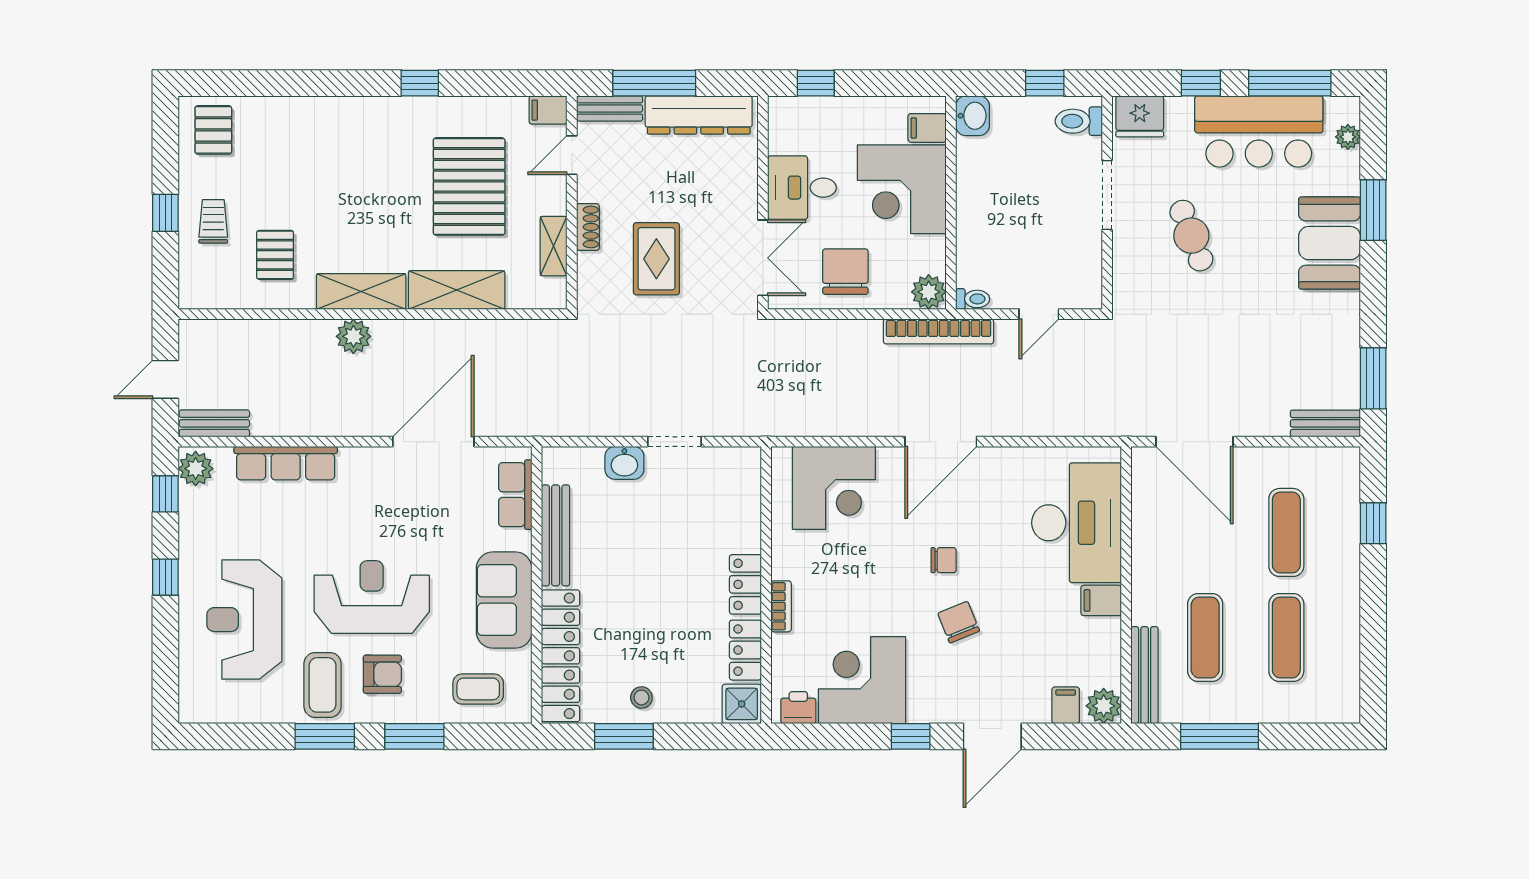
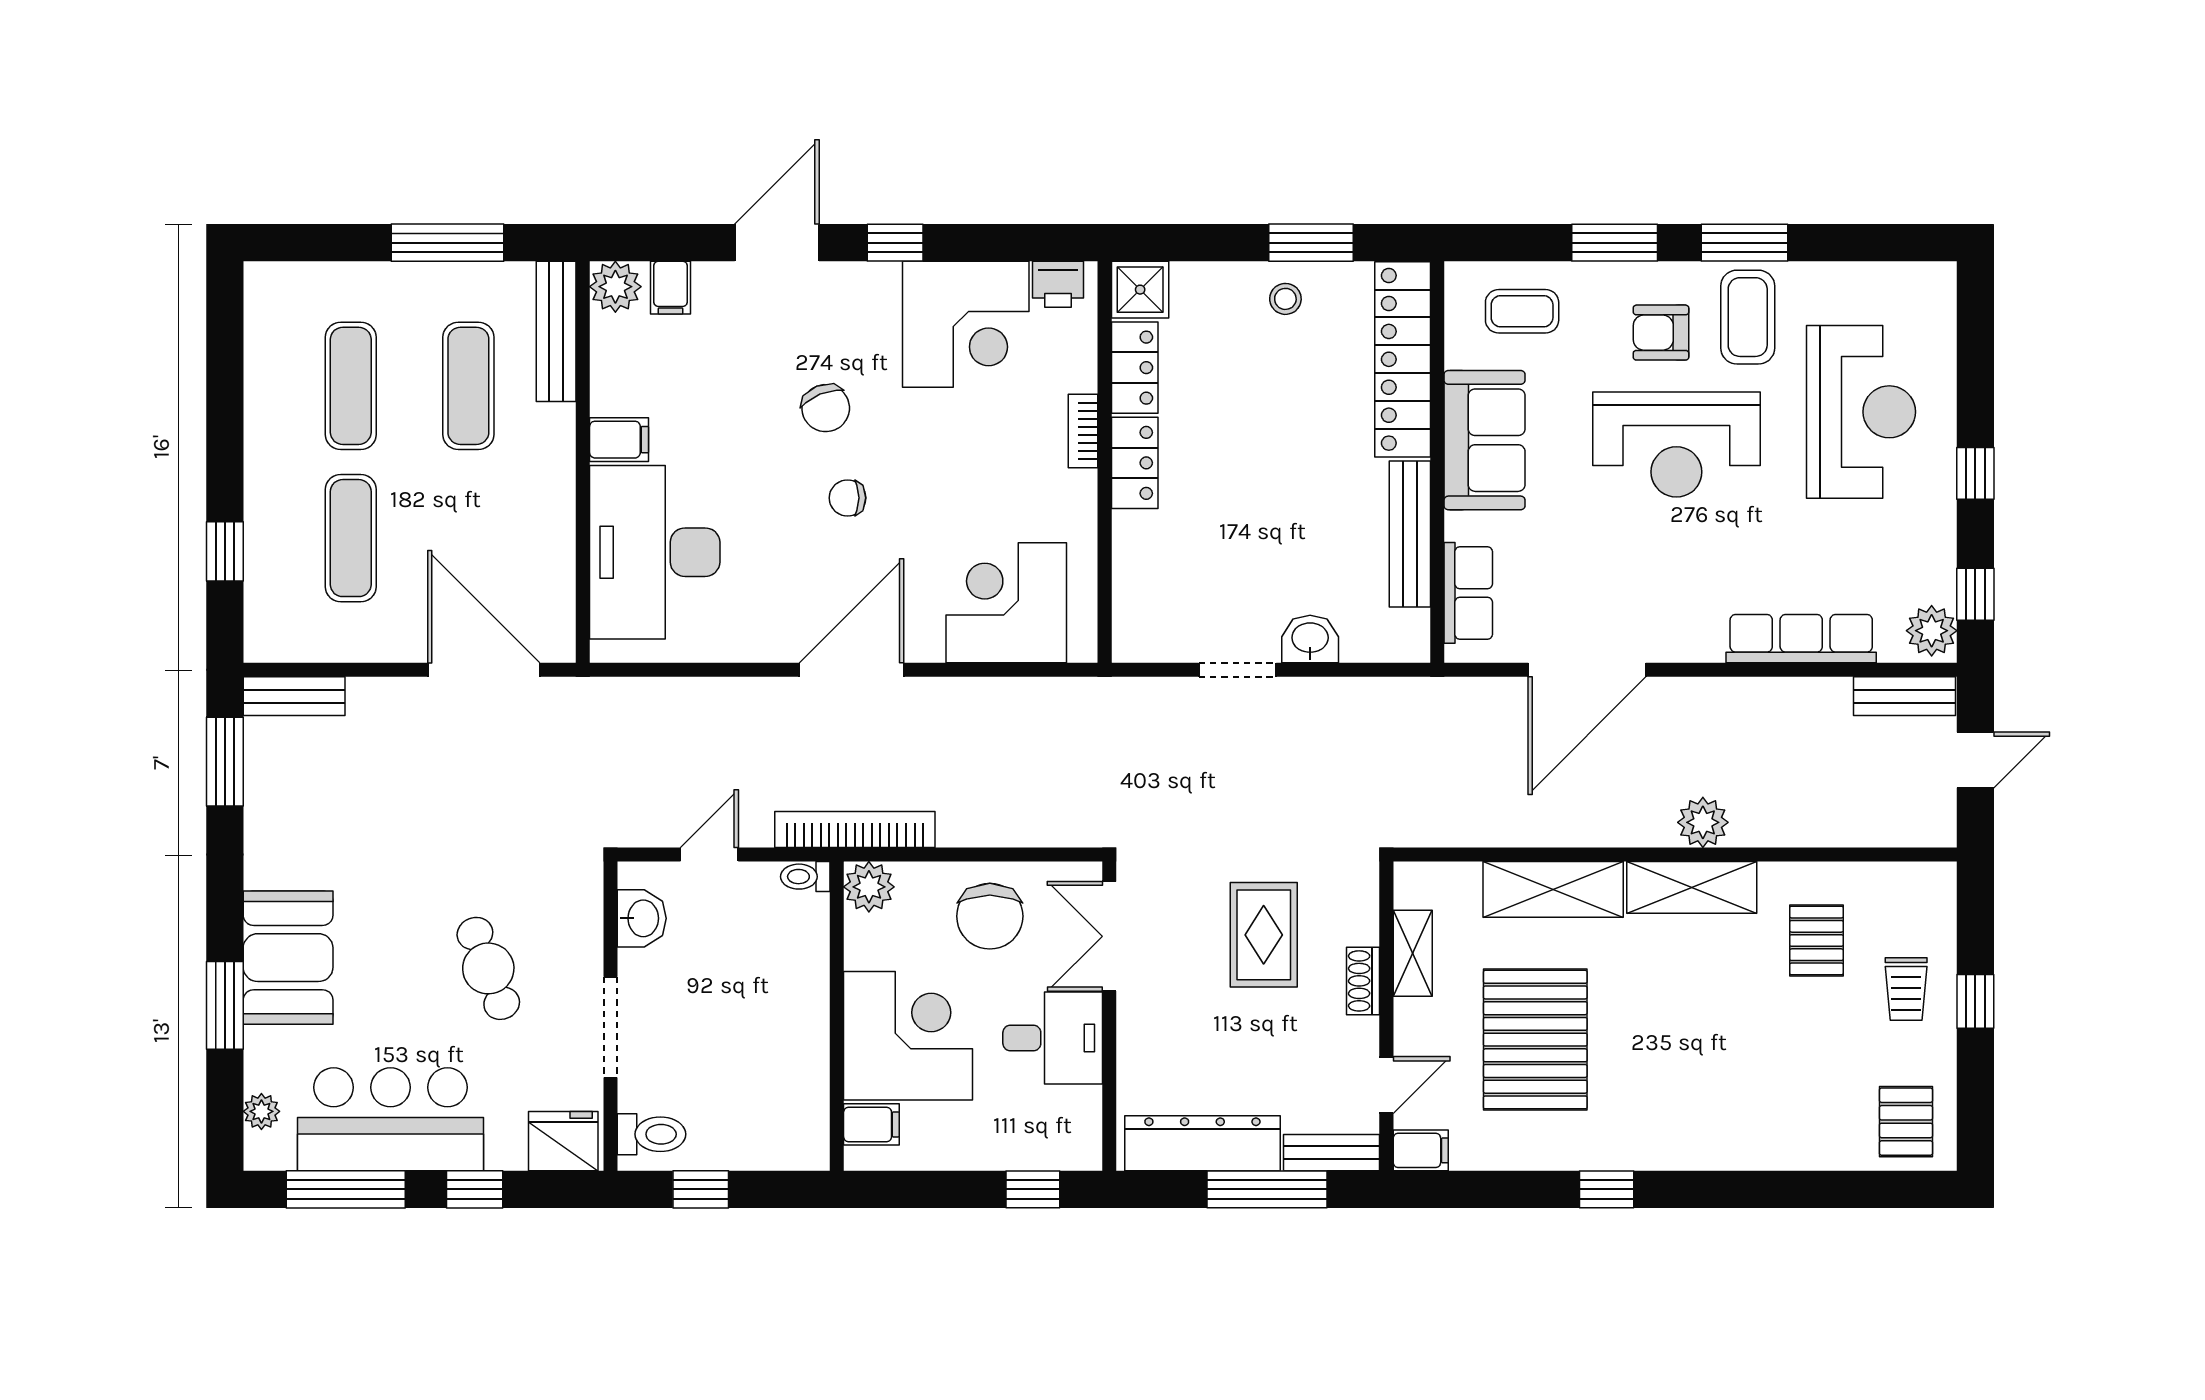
washbasin: (973, 116) -> (642, 918), moved, turned 180

